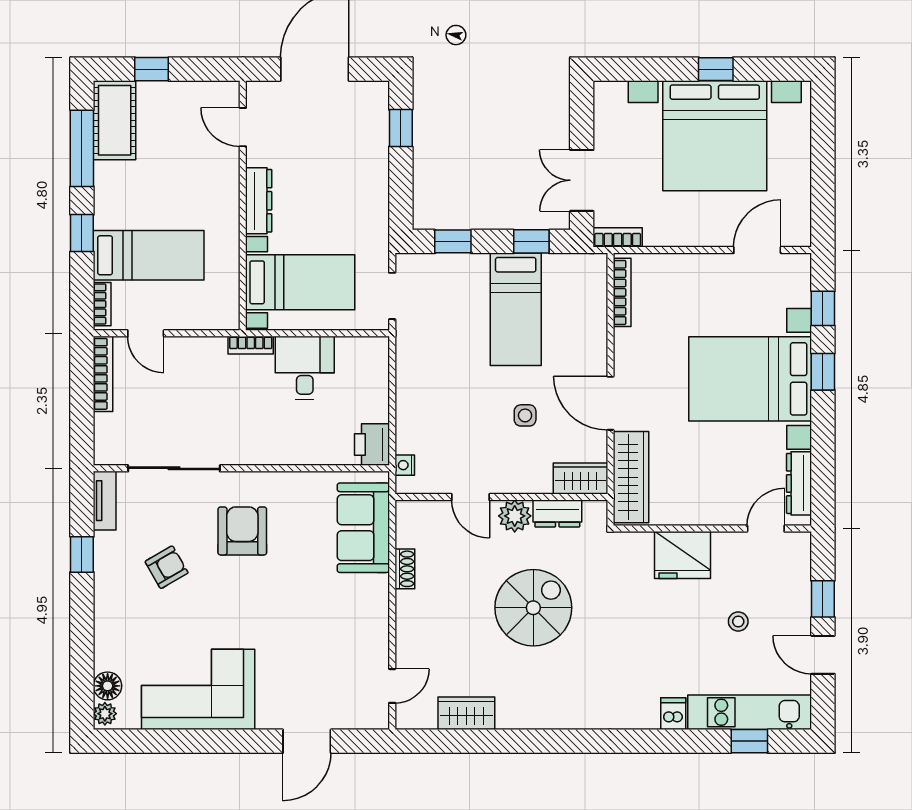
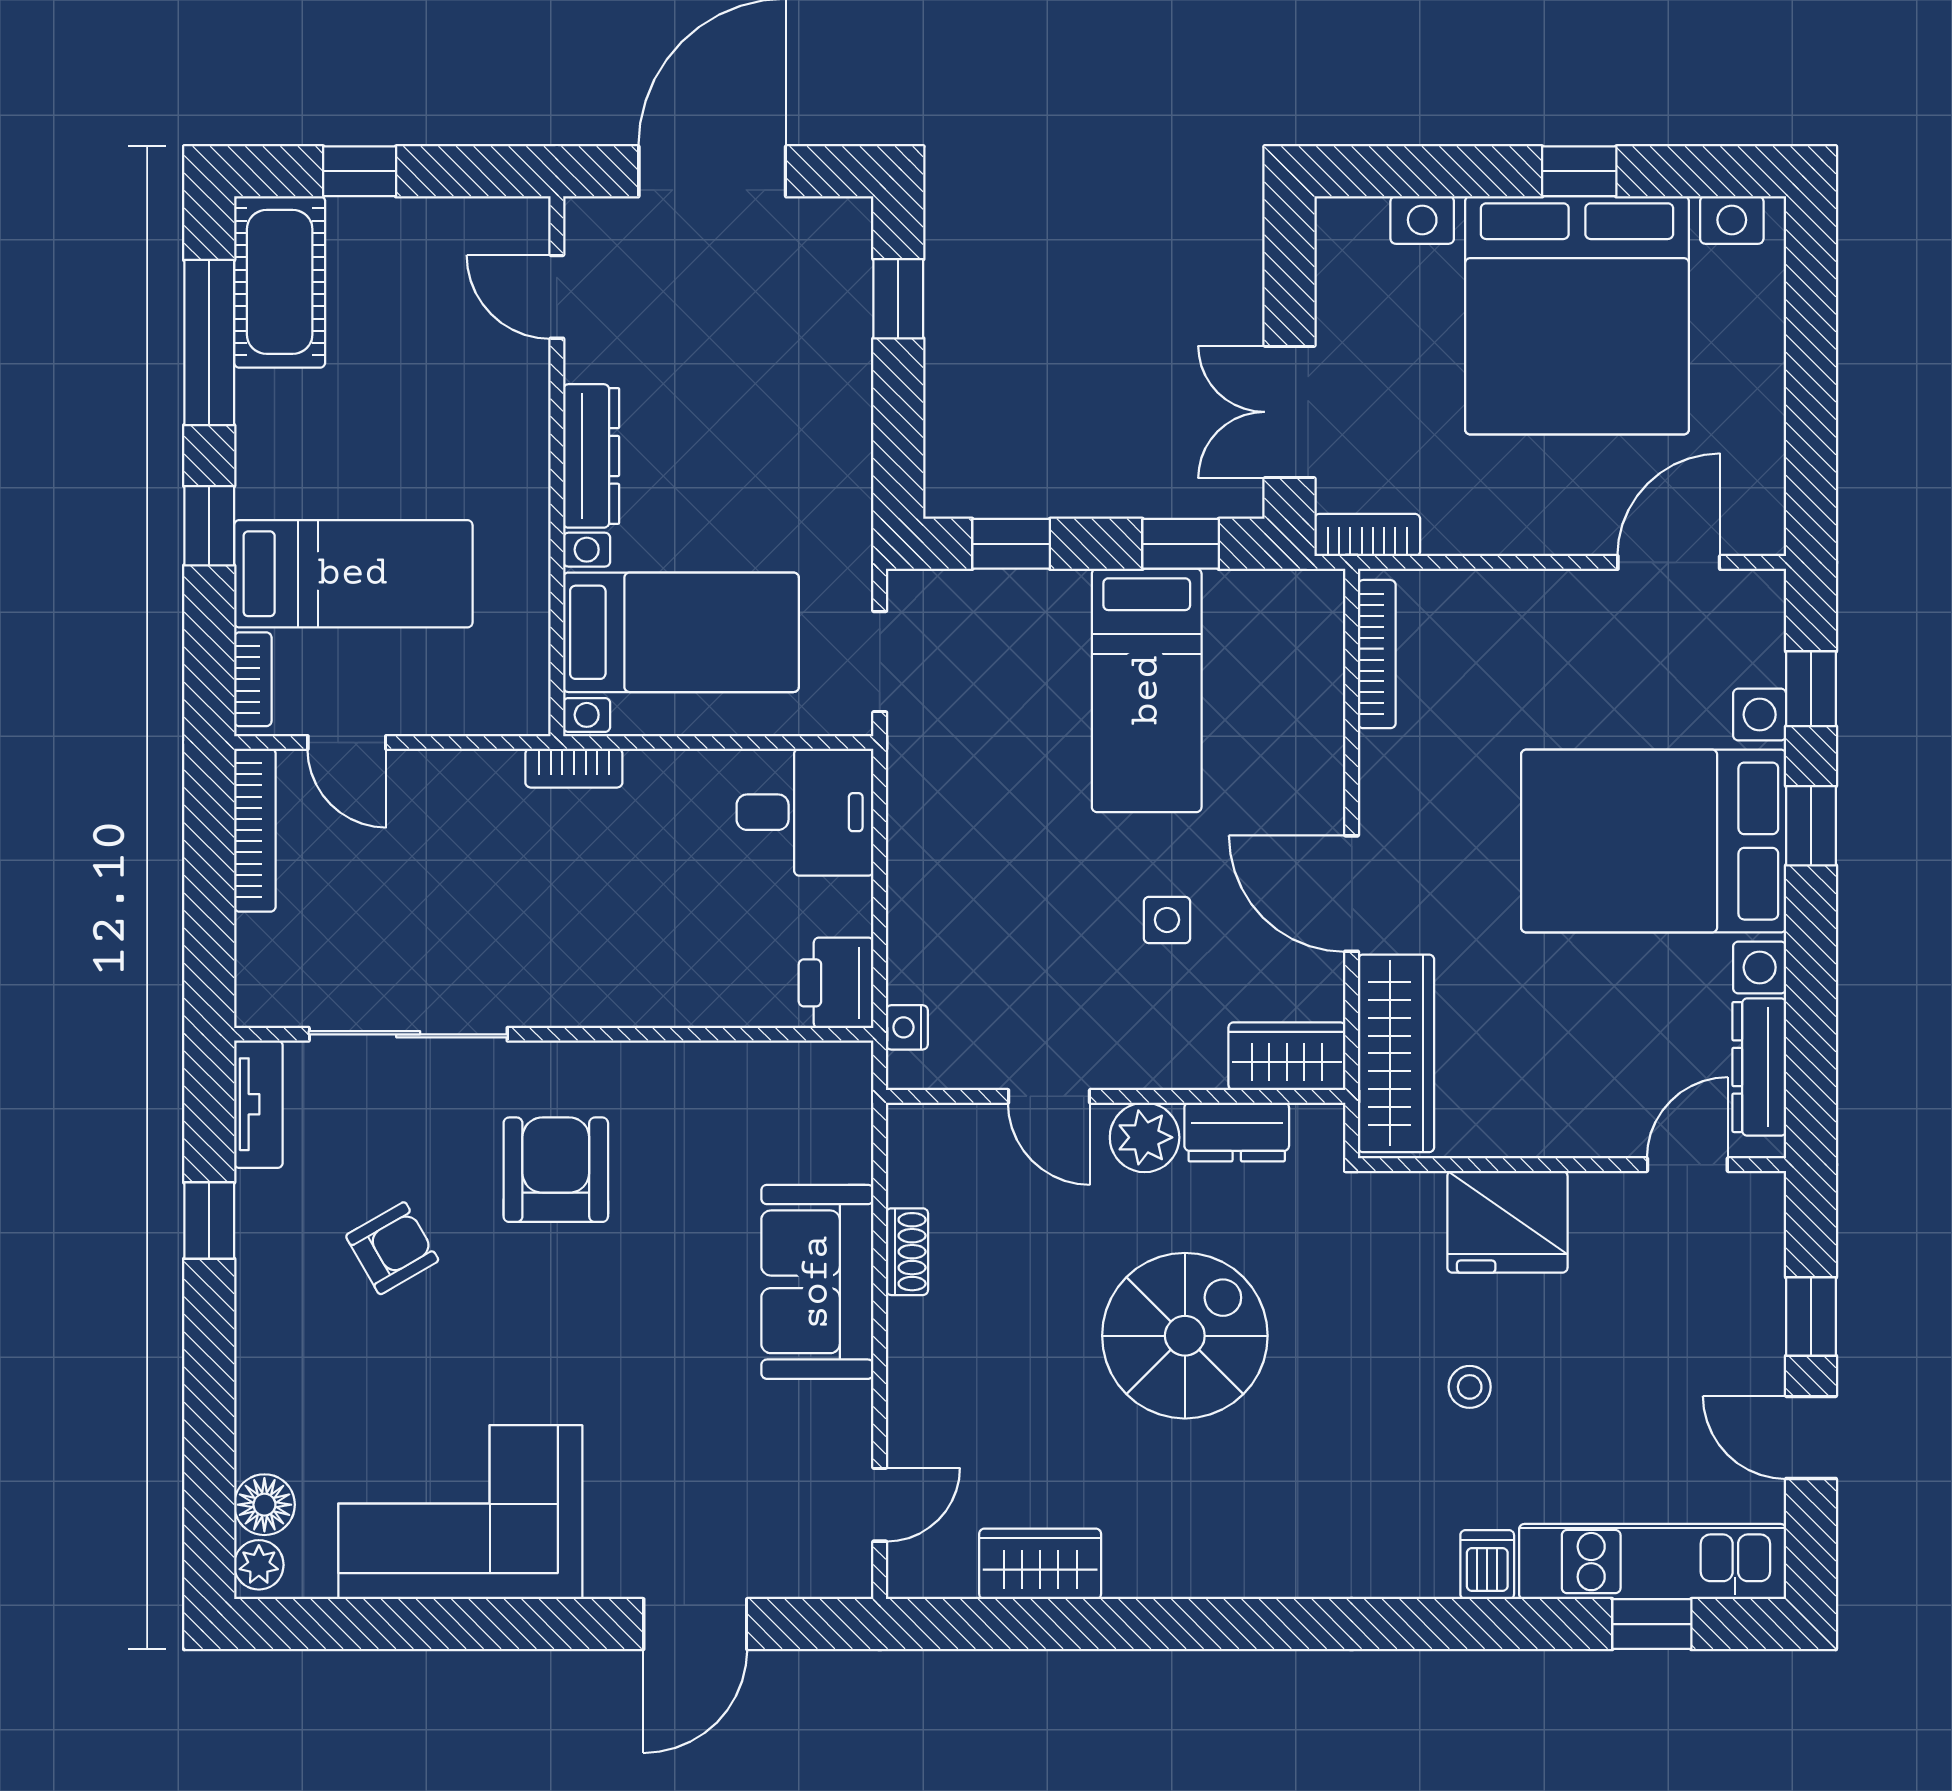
desk: (305, 368) -> (805, 812), moved, turned 90
sofa: (363, 528) -> (817, 1282), moved
stool: (738, 621) -> (1470, 1387), moved

